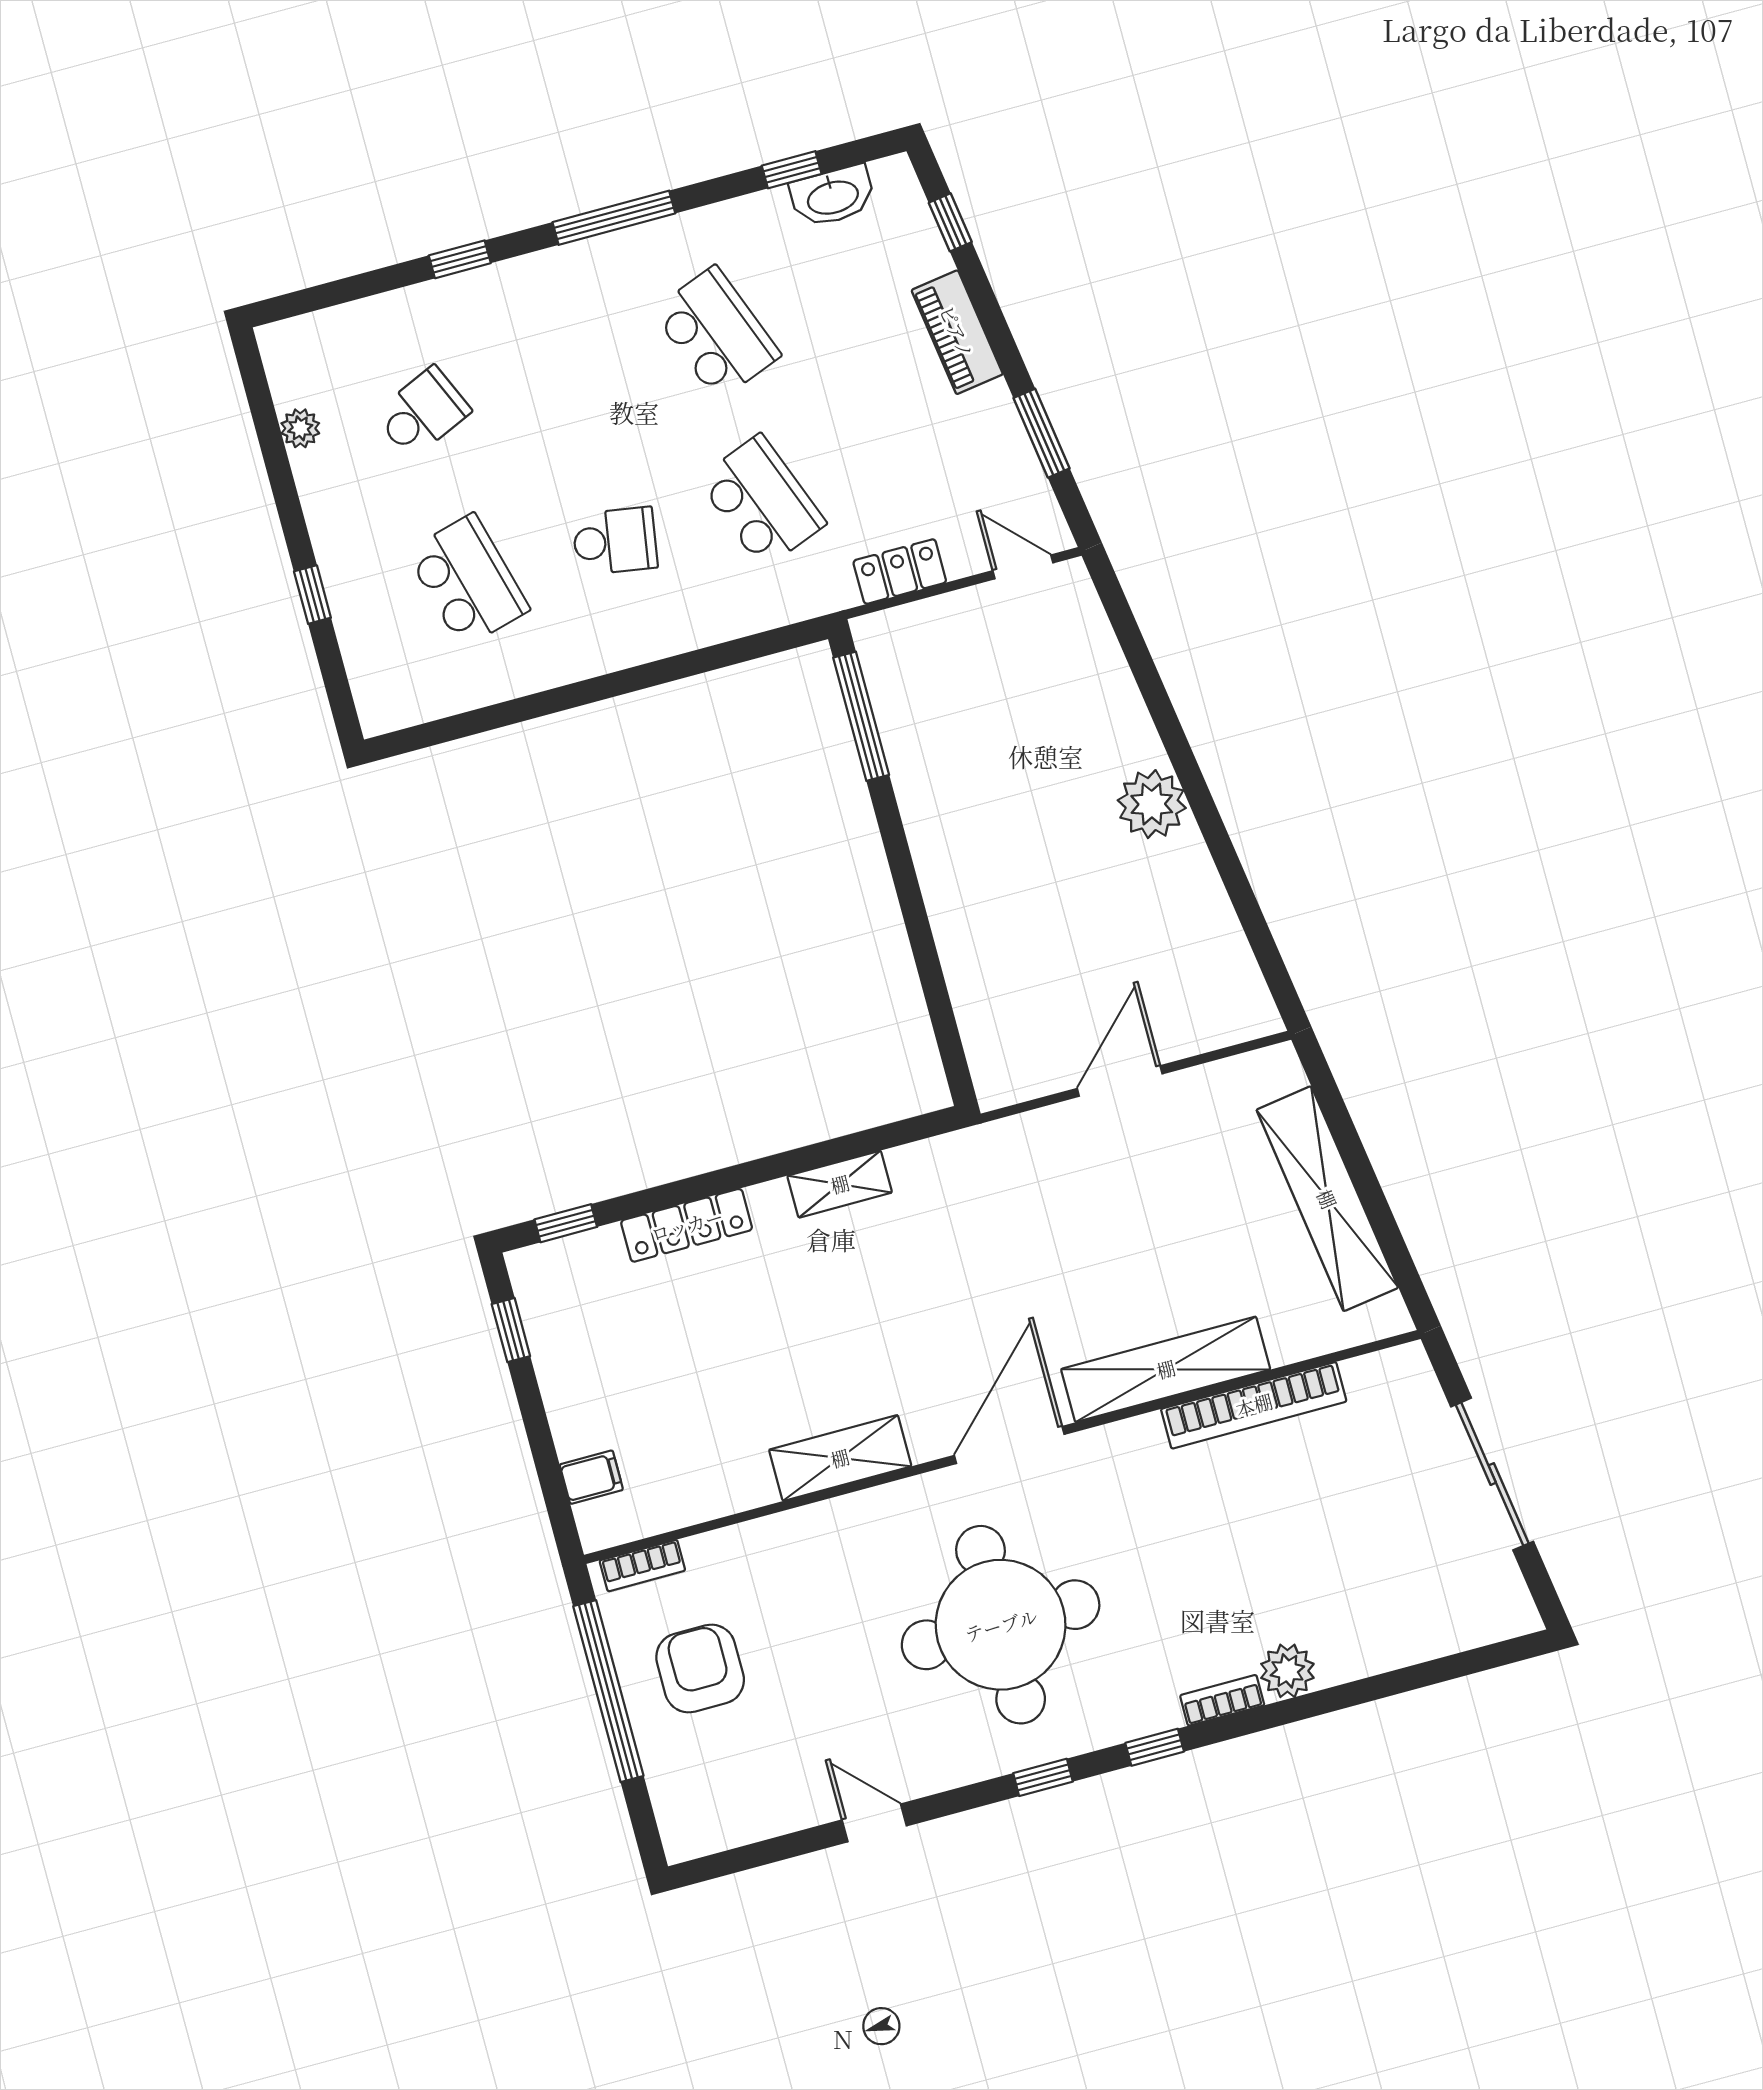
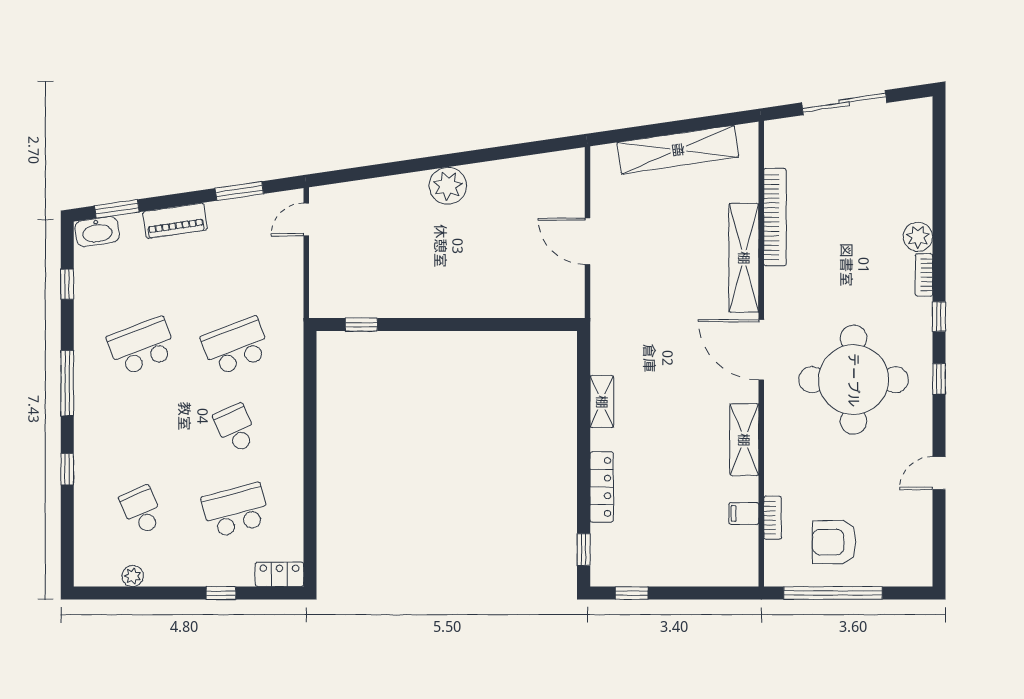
washbasin: (833, 196) -> (97, 232), moved, turned 82
window: (950, 222) -> (117, 209), width x1.50
school desk: (615, 541) -> (236, 428), turned -33
locker: (900, 572) -> (279, 574), moved, turned 90
window: (861, 716) -> (361, 325), width x0.46
filing cabinet: (591, 1477) -> (744, 513), moved, turned -90
bookcase: (642, 1566) -> (773, 518), moved

